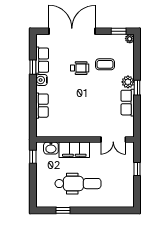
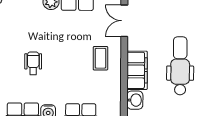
coffee table: (105, 64) -> (100, 58), moved
double door: (113, 140) -> (124, 21), swing flipped

